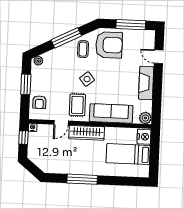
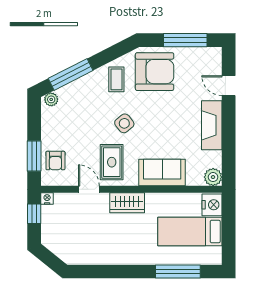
window: (66, 38) -> (71, 74), moved
window: (26, 84) -> (34, 156), moved
sofa: (111, 113) -> (162, 173), width x0.73
door: (61, 123) -> (89, 189), swing flipped
wardrobe: (87, 133) -> (127, 203), width x0.67
window: (82, 179) -> (178, 271), moved

